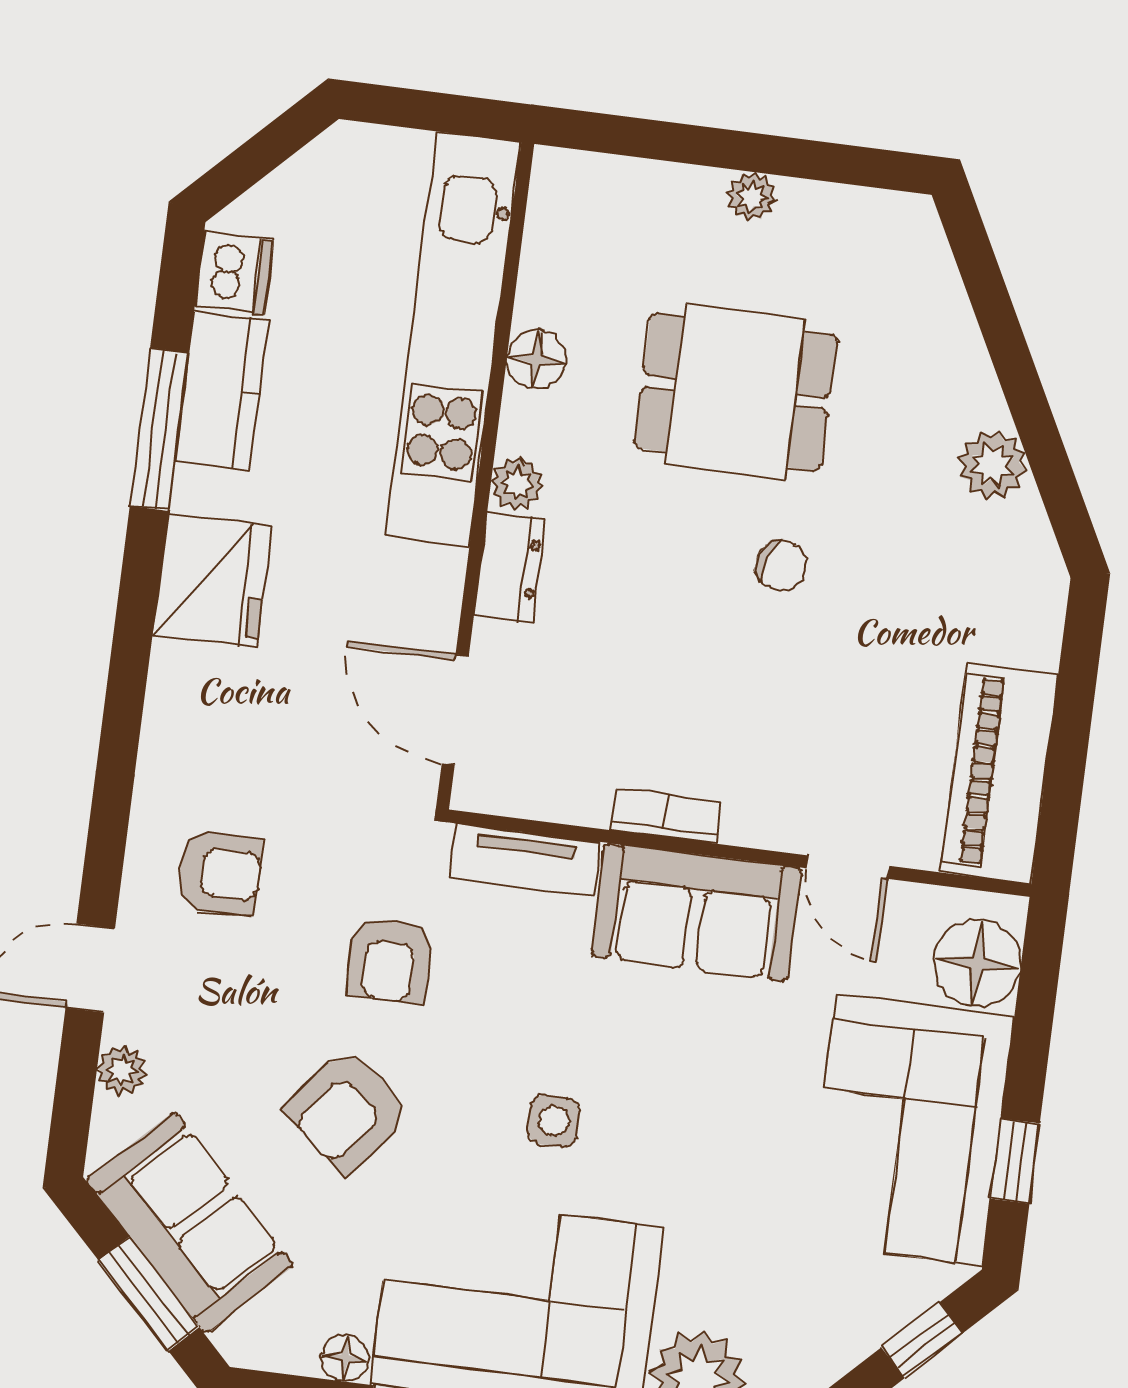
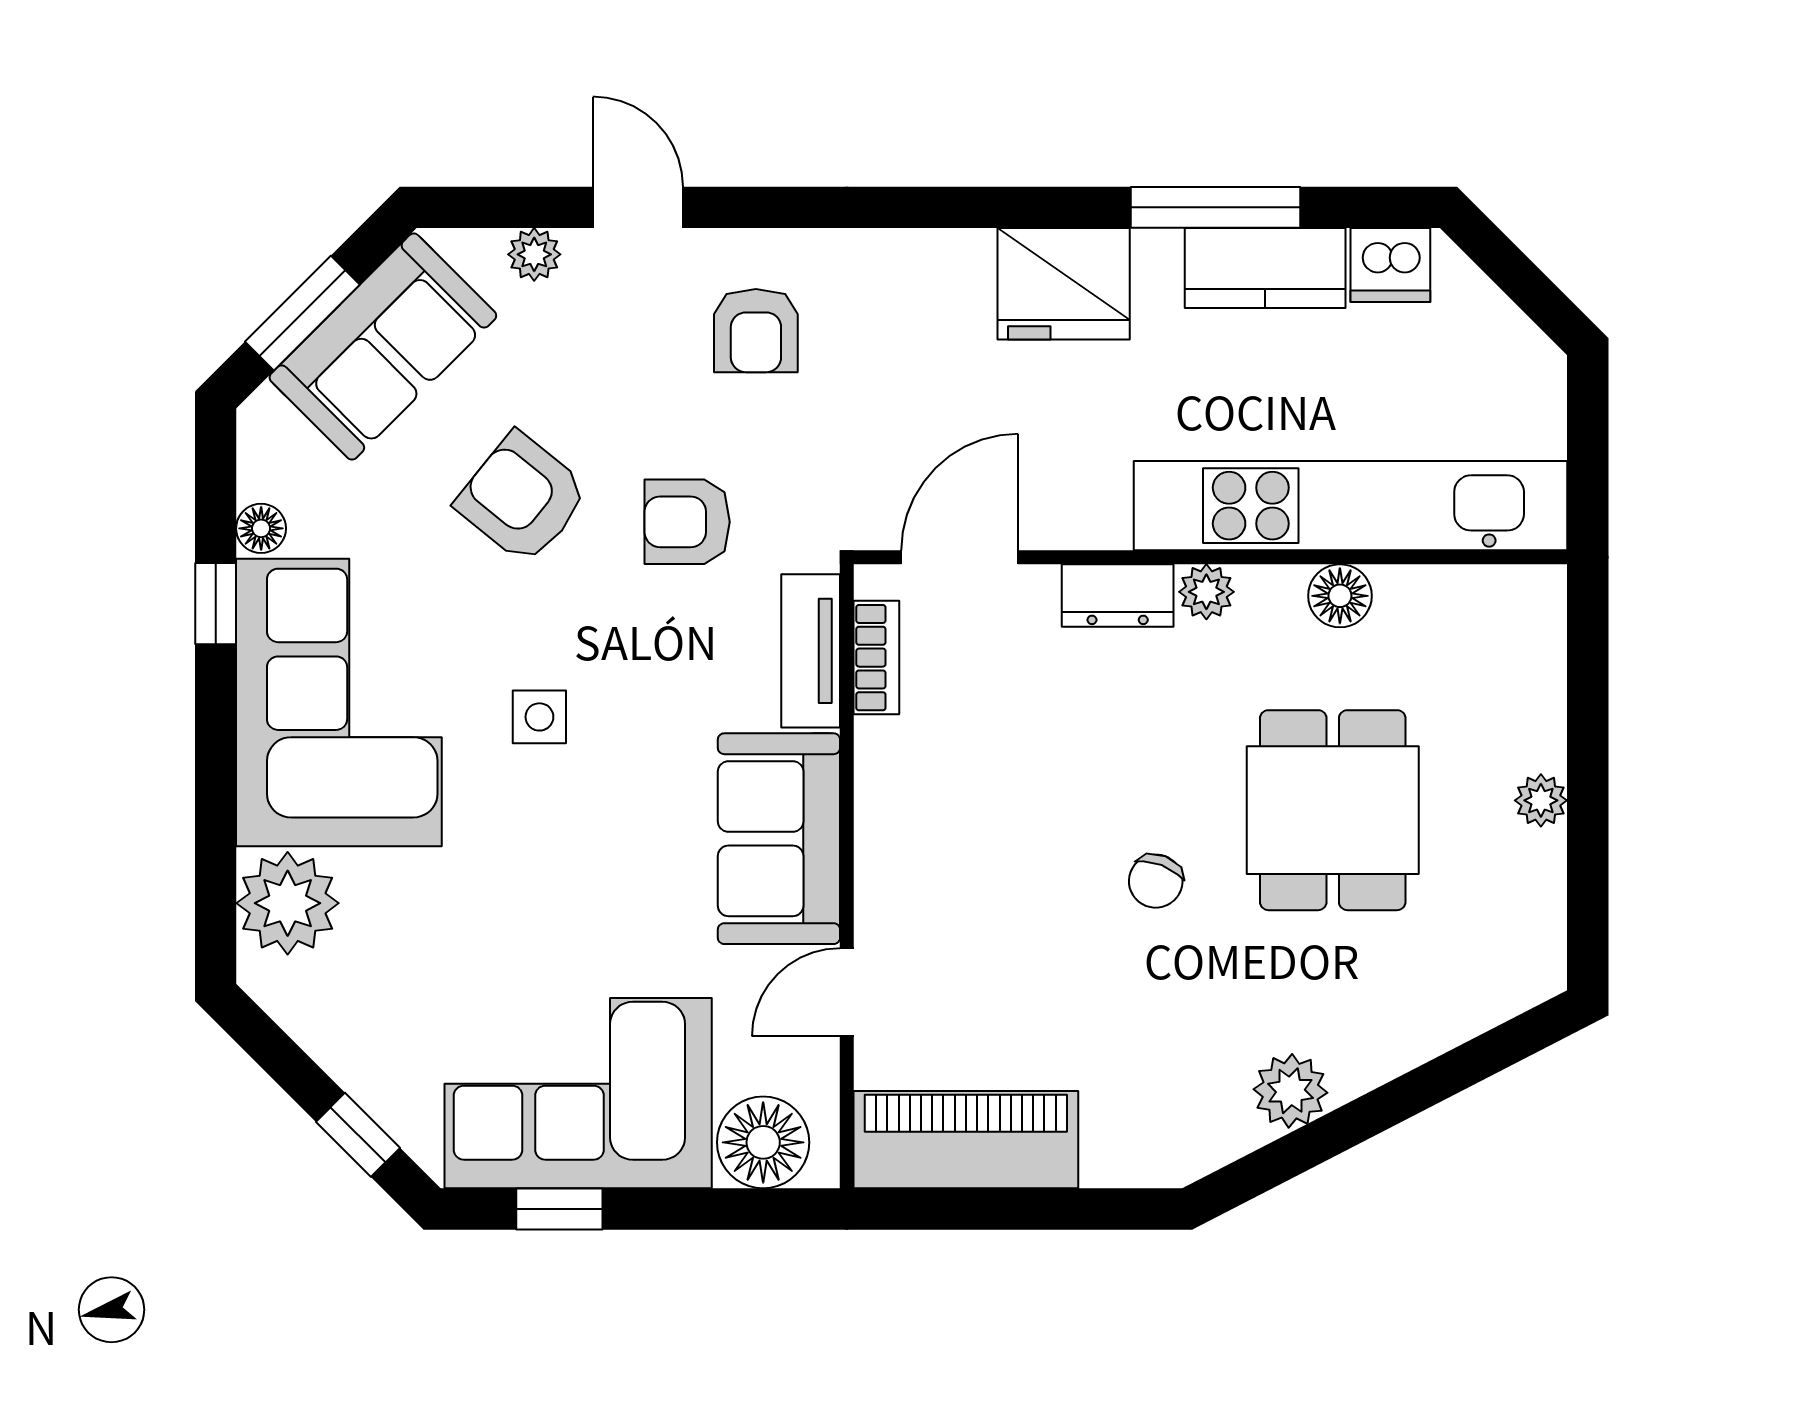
bookcase: (665, 816) -> (876, 658), moved

